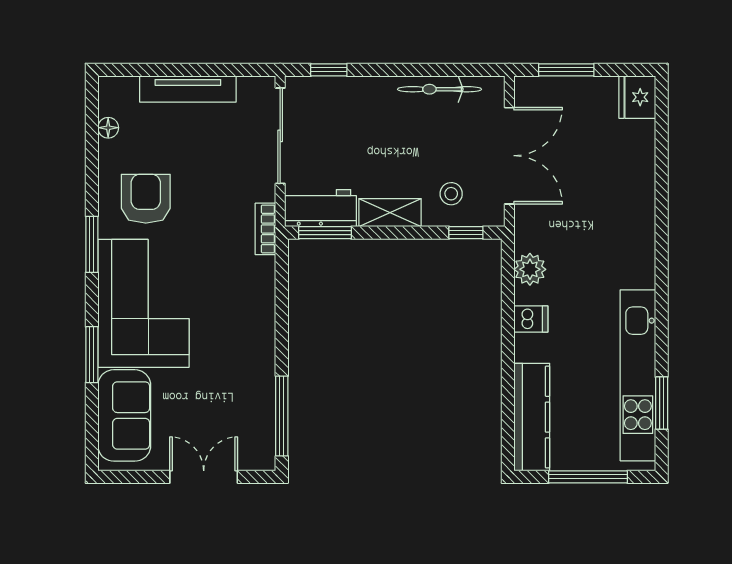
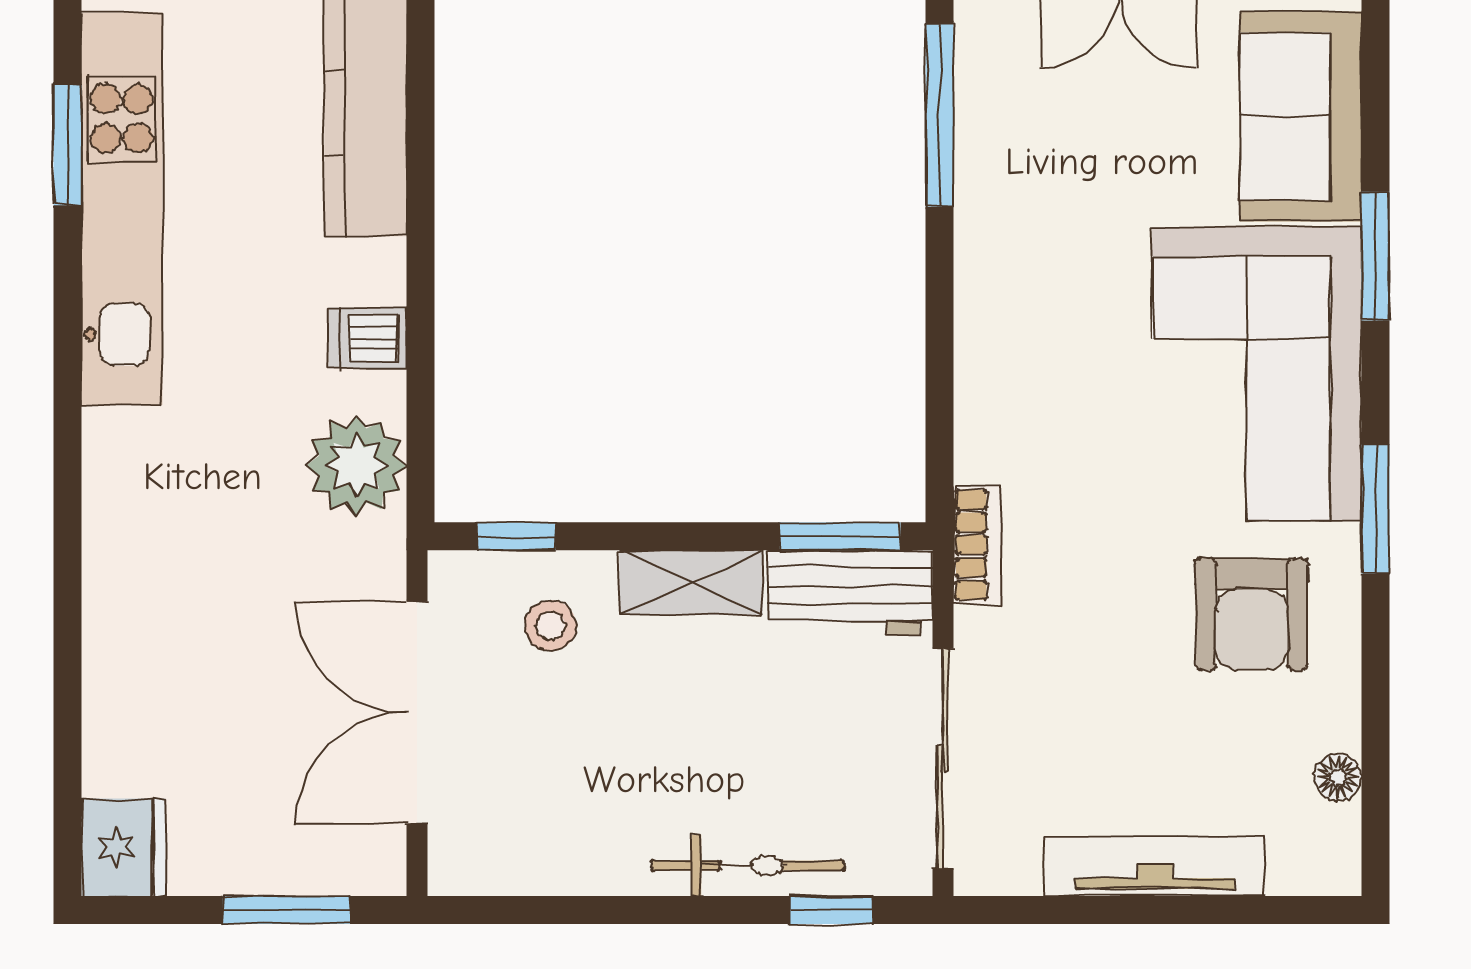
bicycle: (440, 89) -> (748, 866), moved
plant: (530, 269) -> (356, 466), width x1.36, depth x1.36

